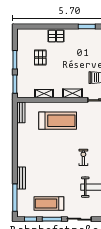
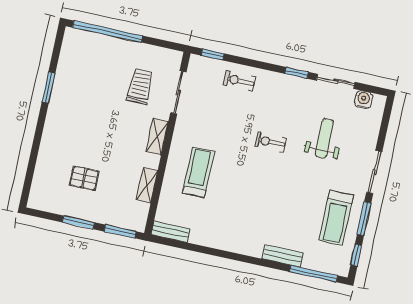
pallet: (56, 36) -> (53, 143), removed
treadmill: (58, 121) -> (198, 172), width x0.73, depth x0.73

